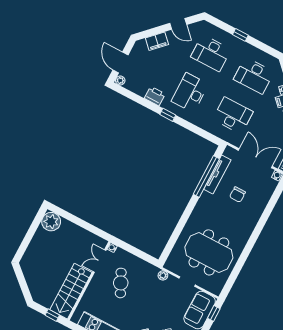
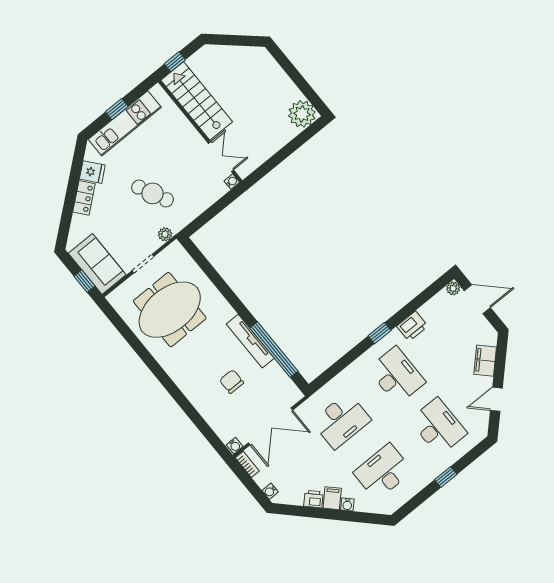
desk: (211, 53) -> (438, 427), turned 90
tv unit: (217, 175) -> (250, 341), moved
cafe table: (121, 283) -> (152, 193), moved

